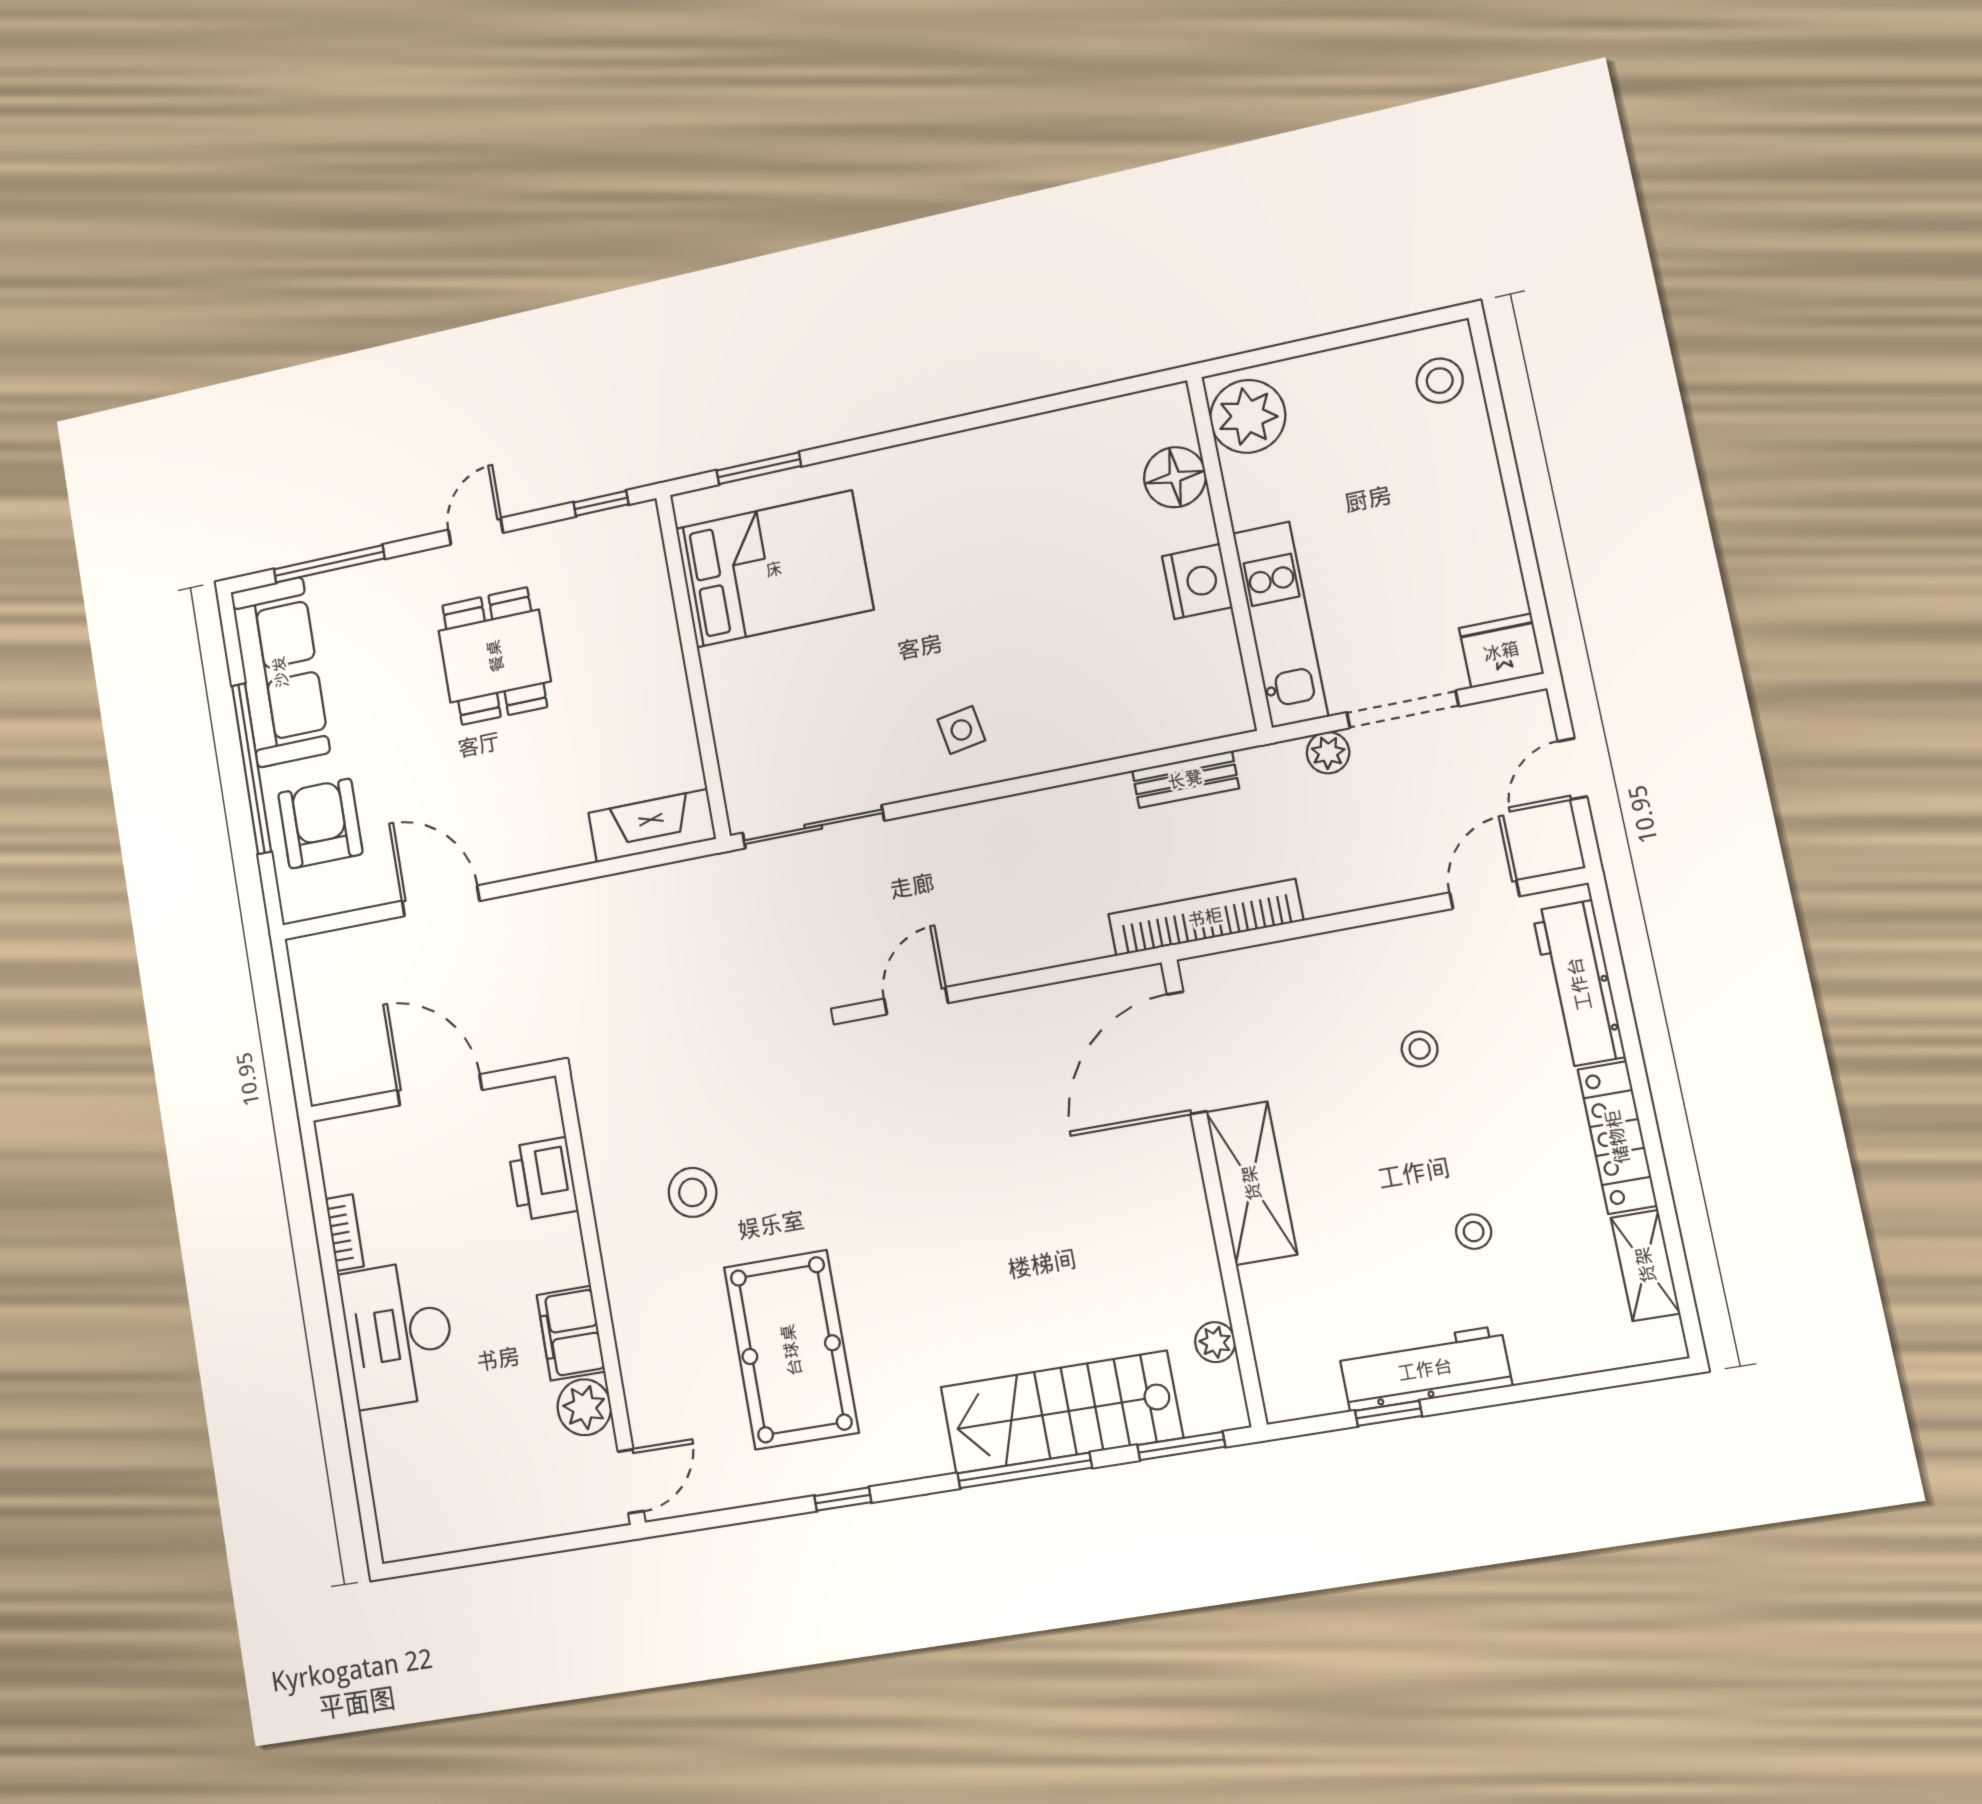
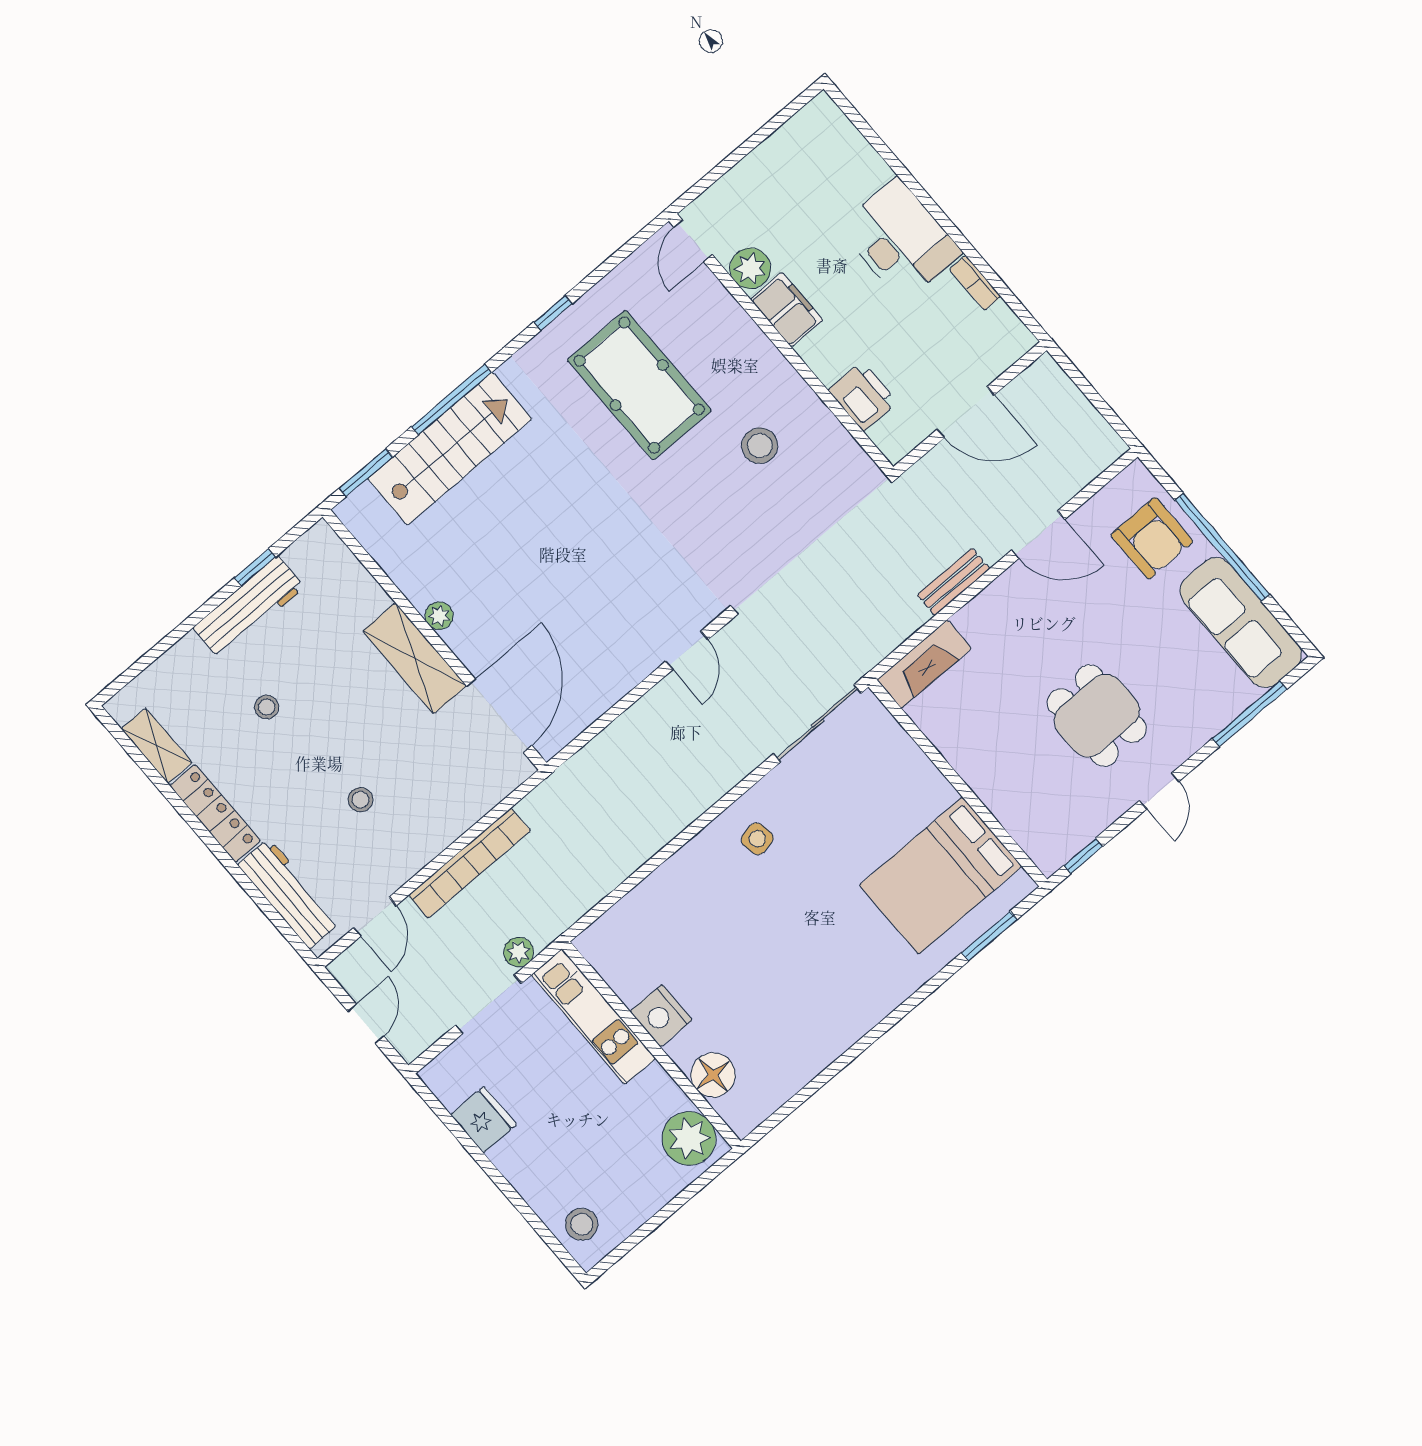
fridge: (1501, 651) -> (484, 1120), moved, turned -90
bench: (1185, 779) -> (954, 582), moved
bookcase: (1205, 917) -> (470, 863), moved
plant: (1215, 1342) -> (439, 616), moved

